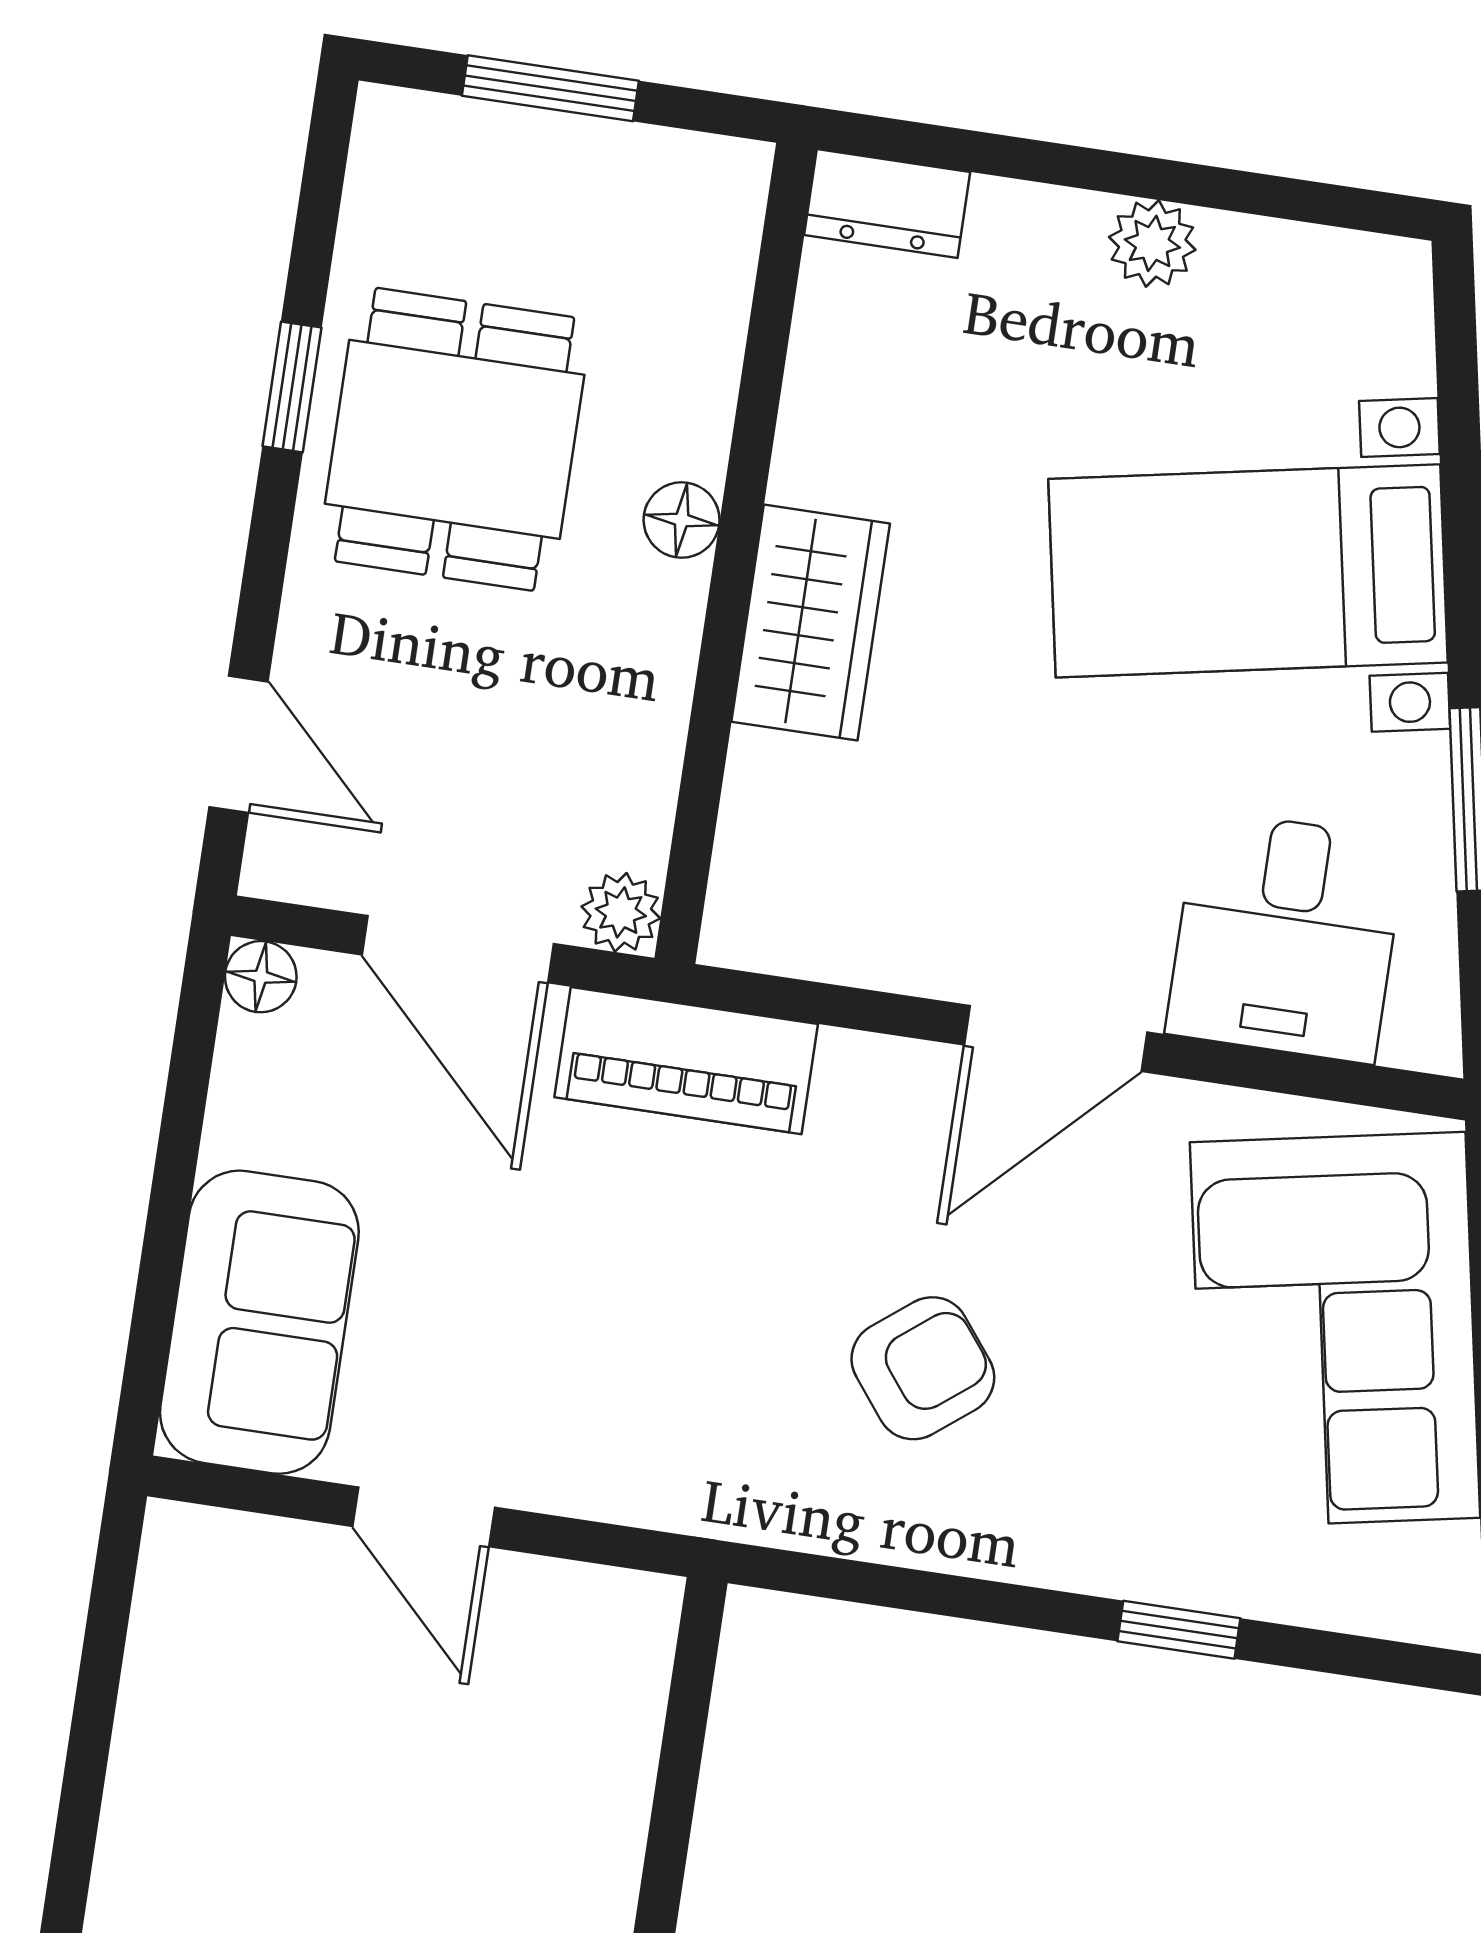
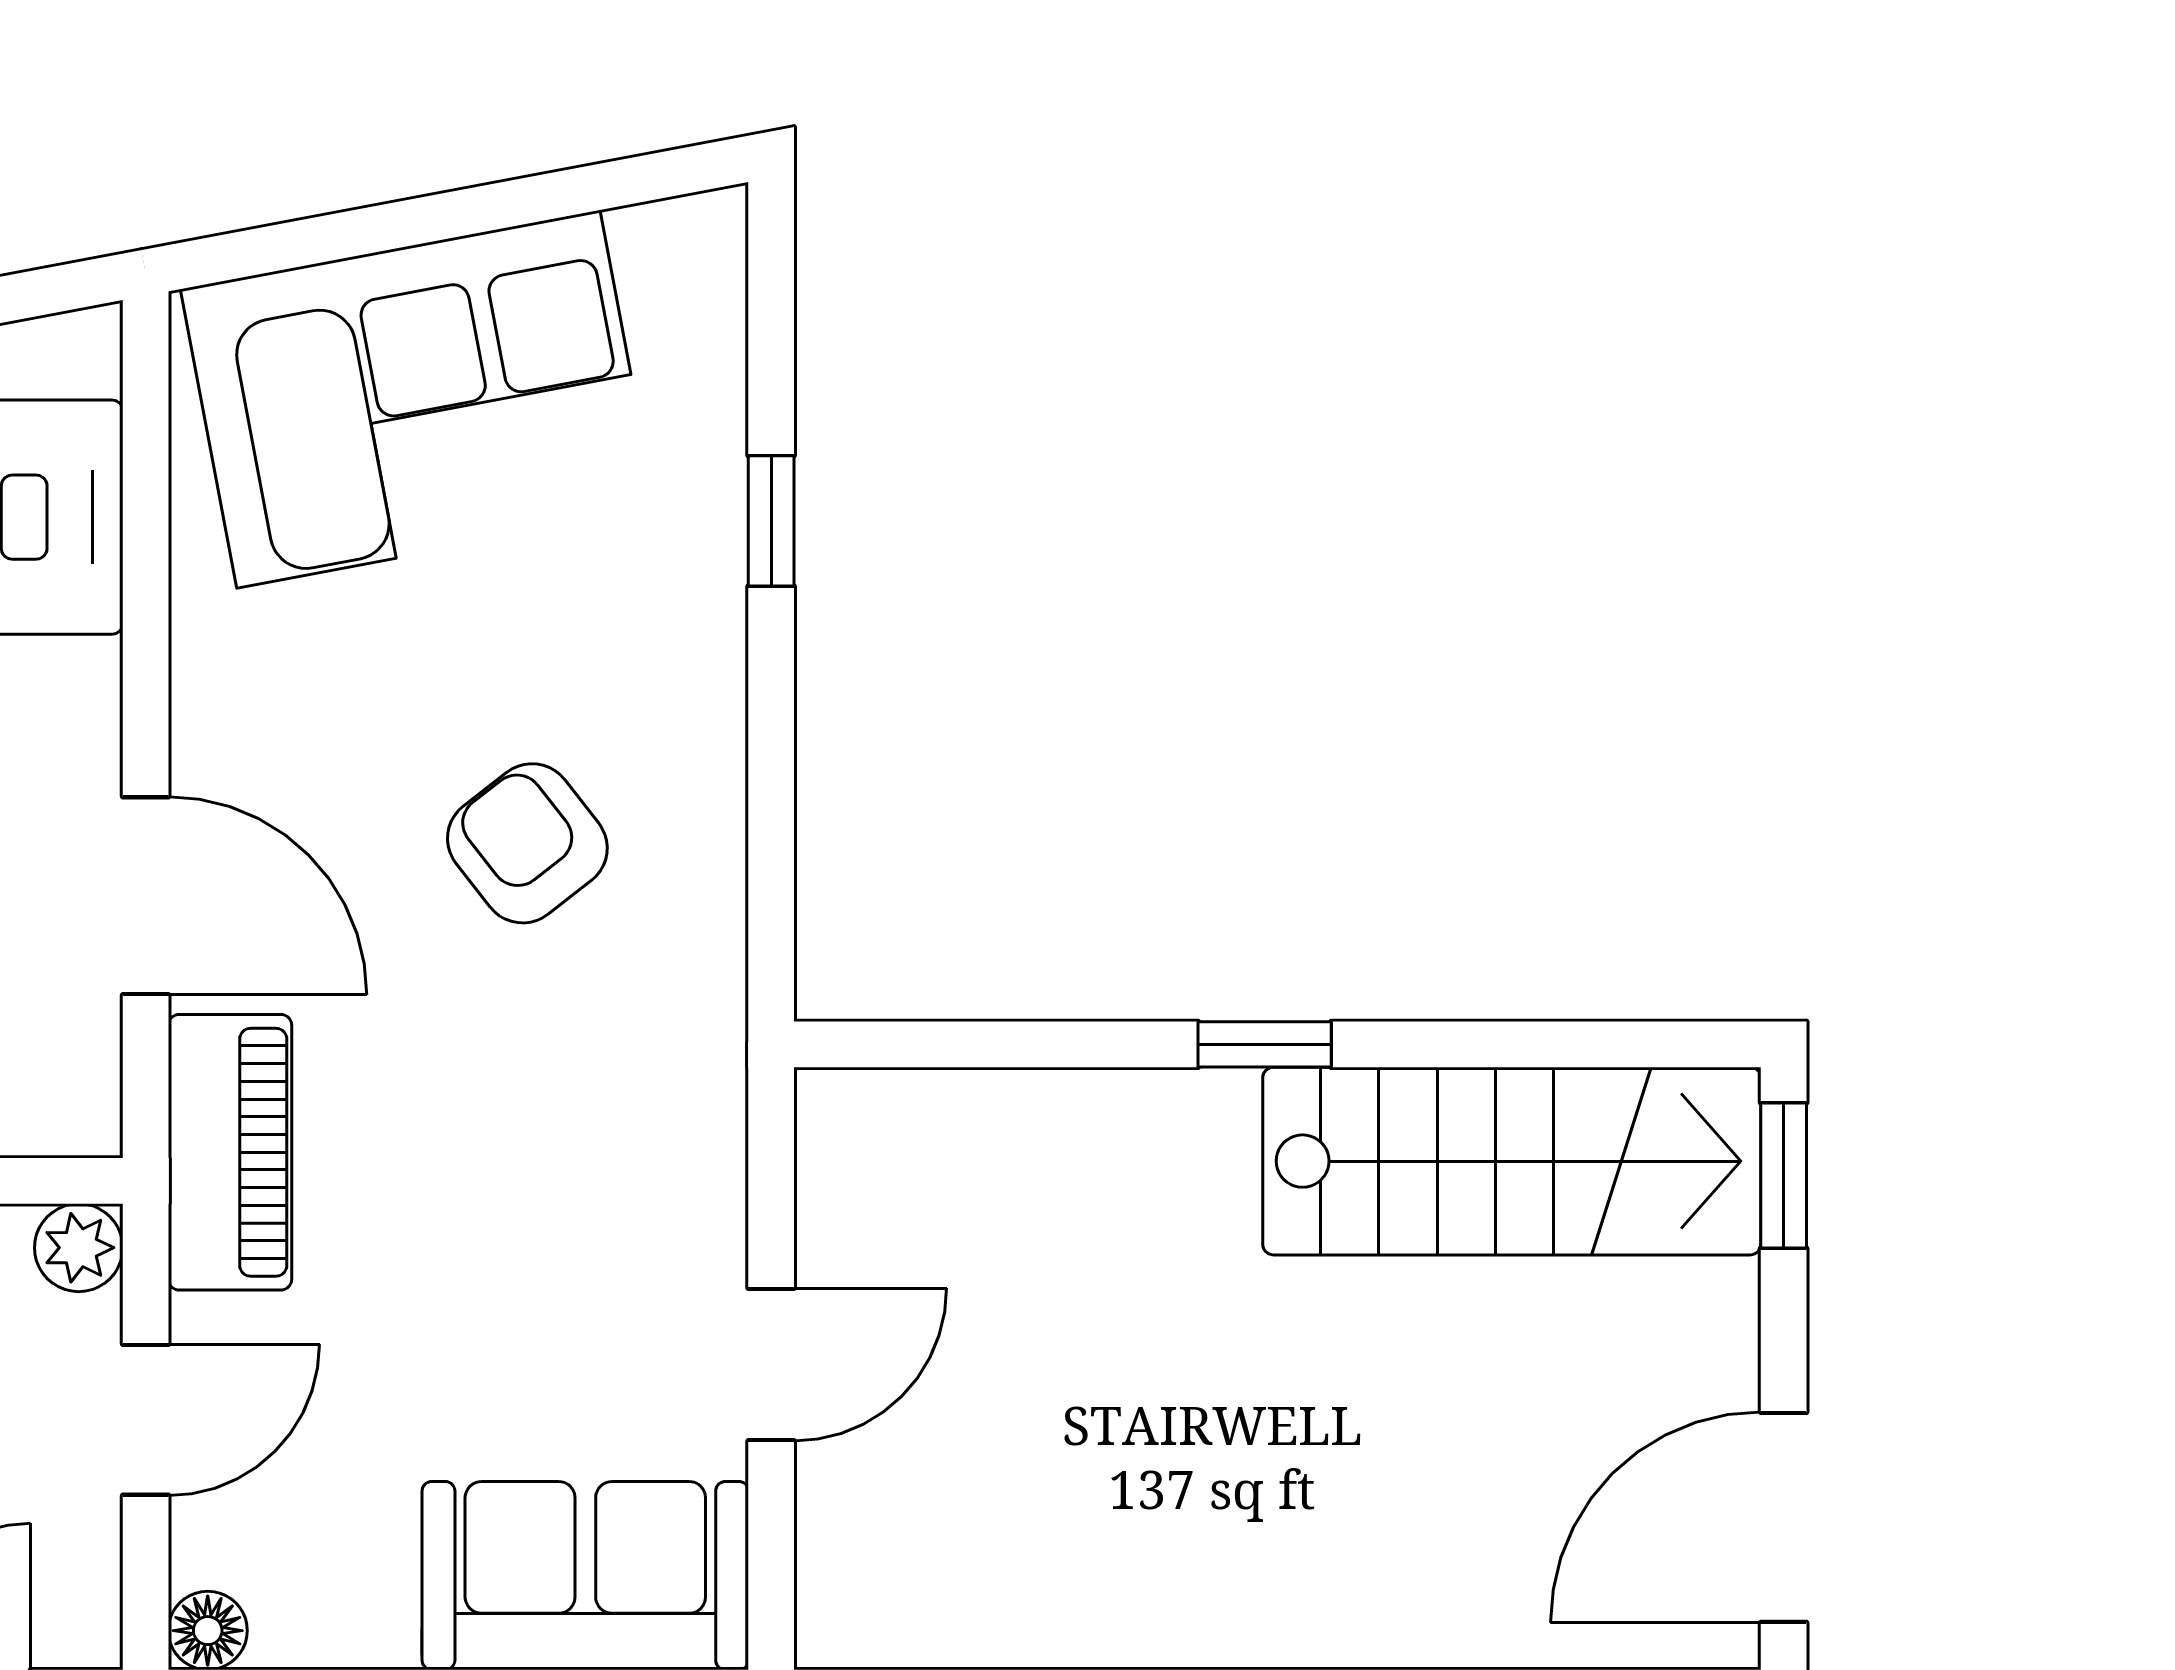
door: (458, 949) -> (146, 1420), width x0.73
door: (1056, 1039) -> (146, 896), moved

